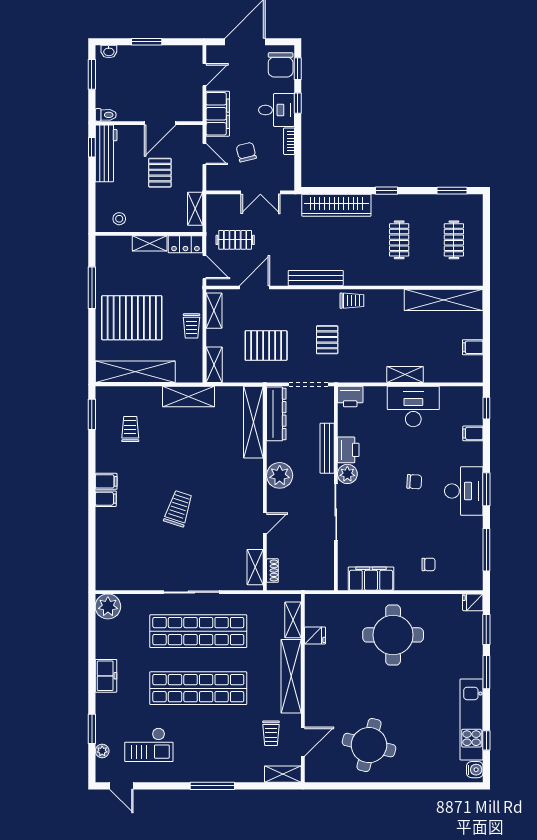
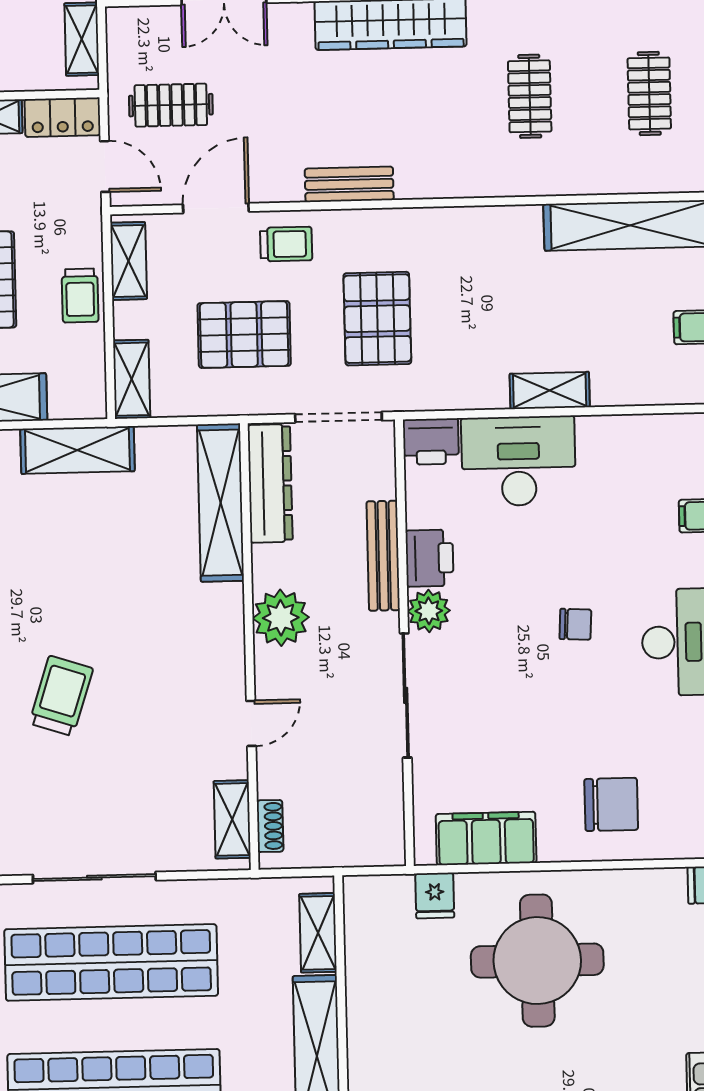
bench: (316, 278) -> (349, 184), width x0.73
trolley: (352, 301) -> (286, 244), moved
pallet: (327, 340) -> (377, 319), width x1.50, depth x1.42
desk: (413, 406) -> (519, 461), moved
chair: (429, 564) -> (611, 804), width x1.87, depth x1.87
fridge: (315, 635) -> (435, 896), moved, turned 90

